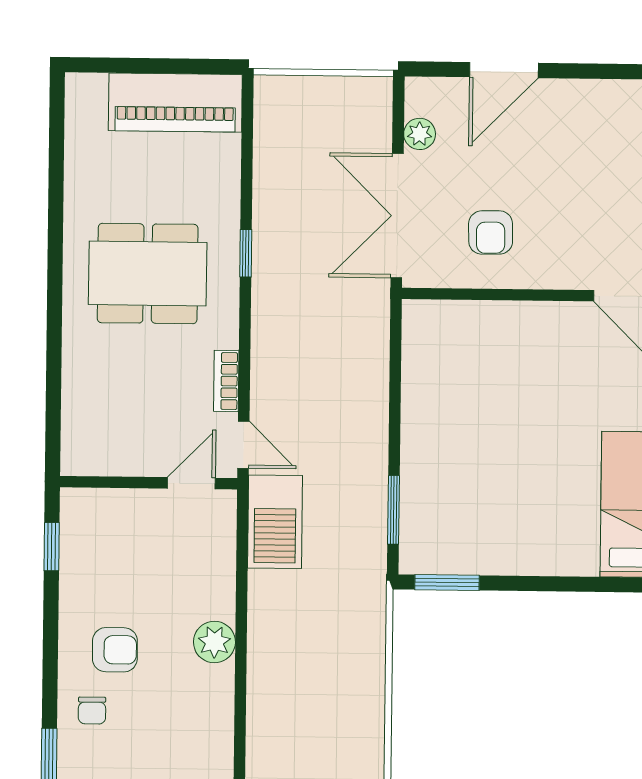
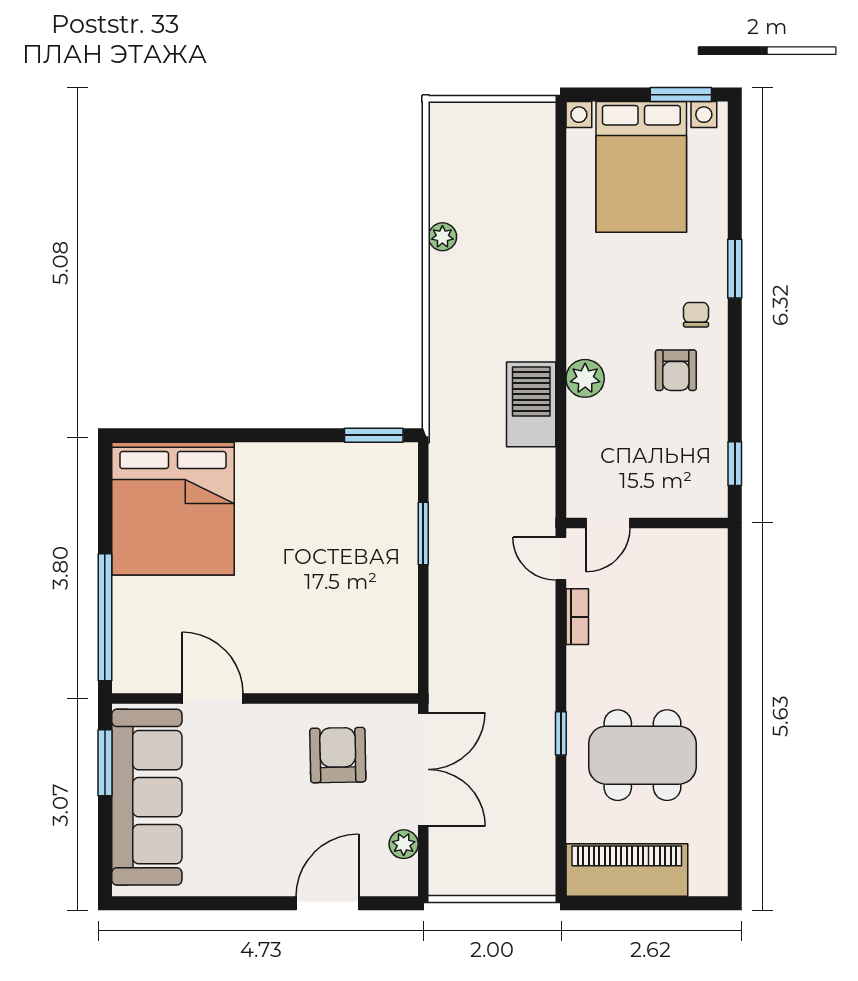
armchair: (491, 232) -> (338, 755), width x1.38, depth x1.38
dining table: (148, 274) -> (642, 755), moved
window: (394, 510) -> (423, 533), moved
barbecue: (275, 522) -> (531, 404), moved
armchair: (115, 650) -> (676, 370), turned -90

